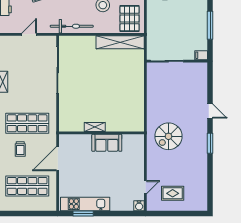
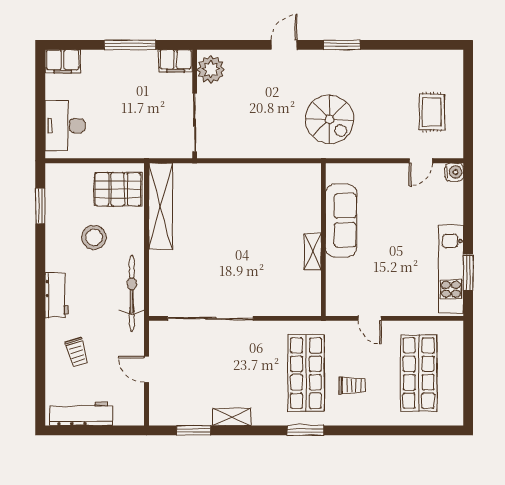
filing cabinet: (201, 55) -> (175, 61), width x2.00
plant: (196, 70) -> (211, 69), added
sofa: (107, 143) -> (341, 220), width x1.36
door: (58, 159) -> (370, 318), width x0.53
door: (145, 187) -> (421, 161), swing flipped

